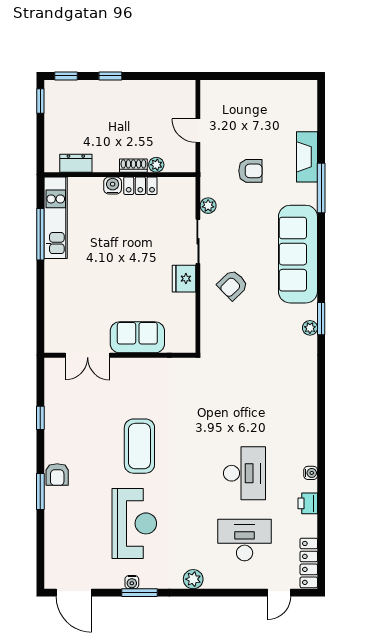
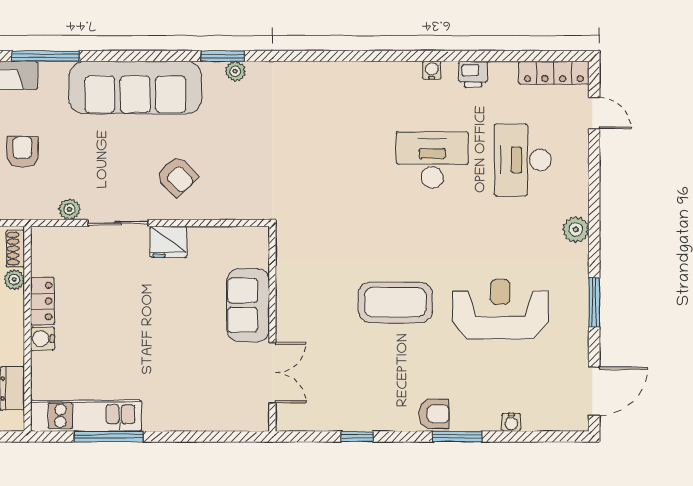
shoe rack: (133, 166) -> (15, 249), moved
water cooler: (132, 582) -> (511, 422), moved, turned 90

